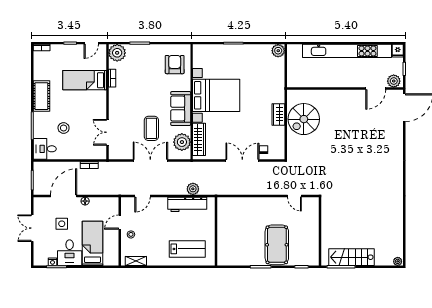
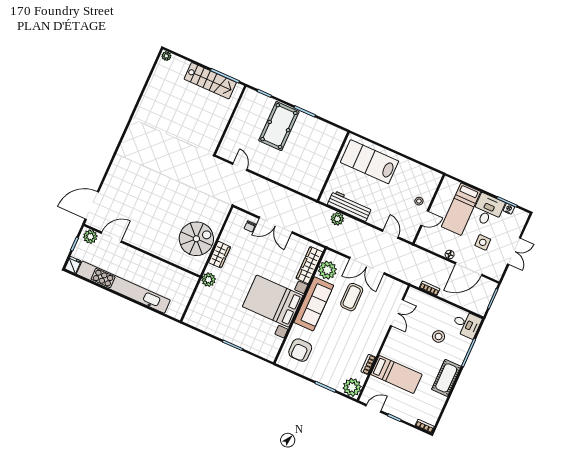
plant: (278, 51) -> (209, 280), moved
sofa: (181, 109) -> (314, 304), width x1.36
door: (142, 196) -> (390, 234), hinge flipped
lab bench: (187, 249) -> (370, 162), width x1.36, depth x1.39
shelving: (136, 261) -> (426, 173), removed

